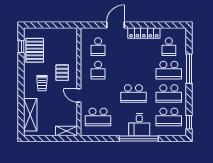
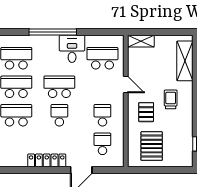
school desk: (169, 47) -> (59, 115), moved
pallet: (35, 50) -> (152, 146), moved
desk: (139, 125) -> (72, 49), moved

